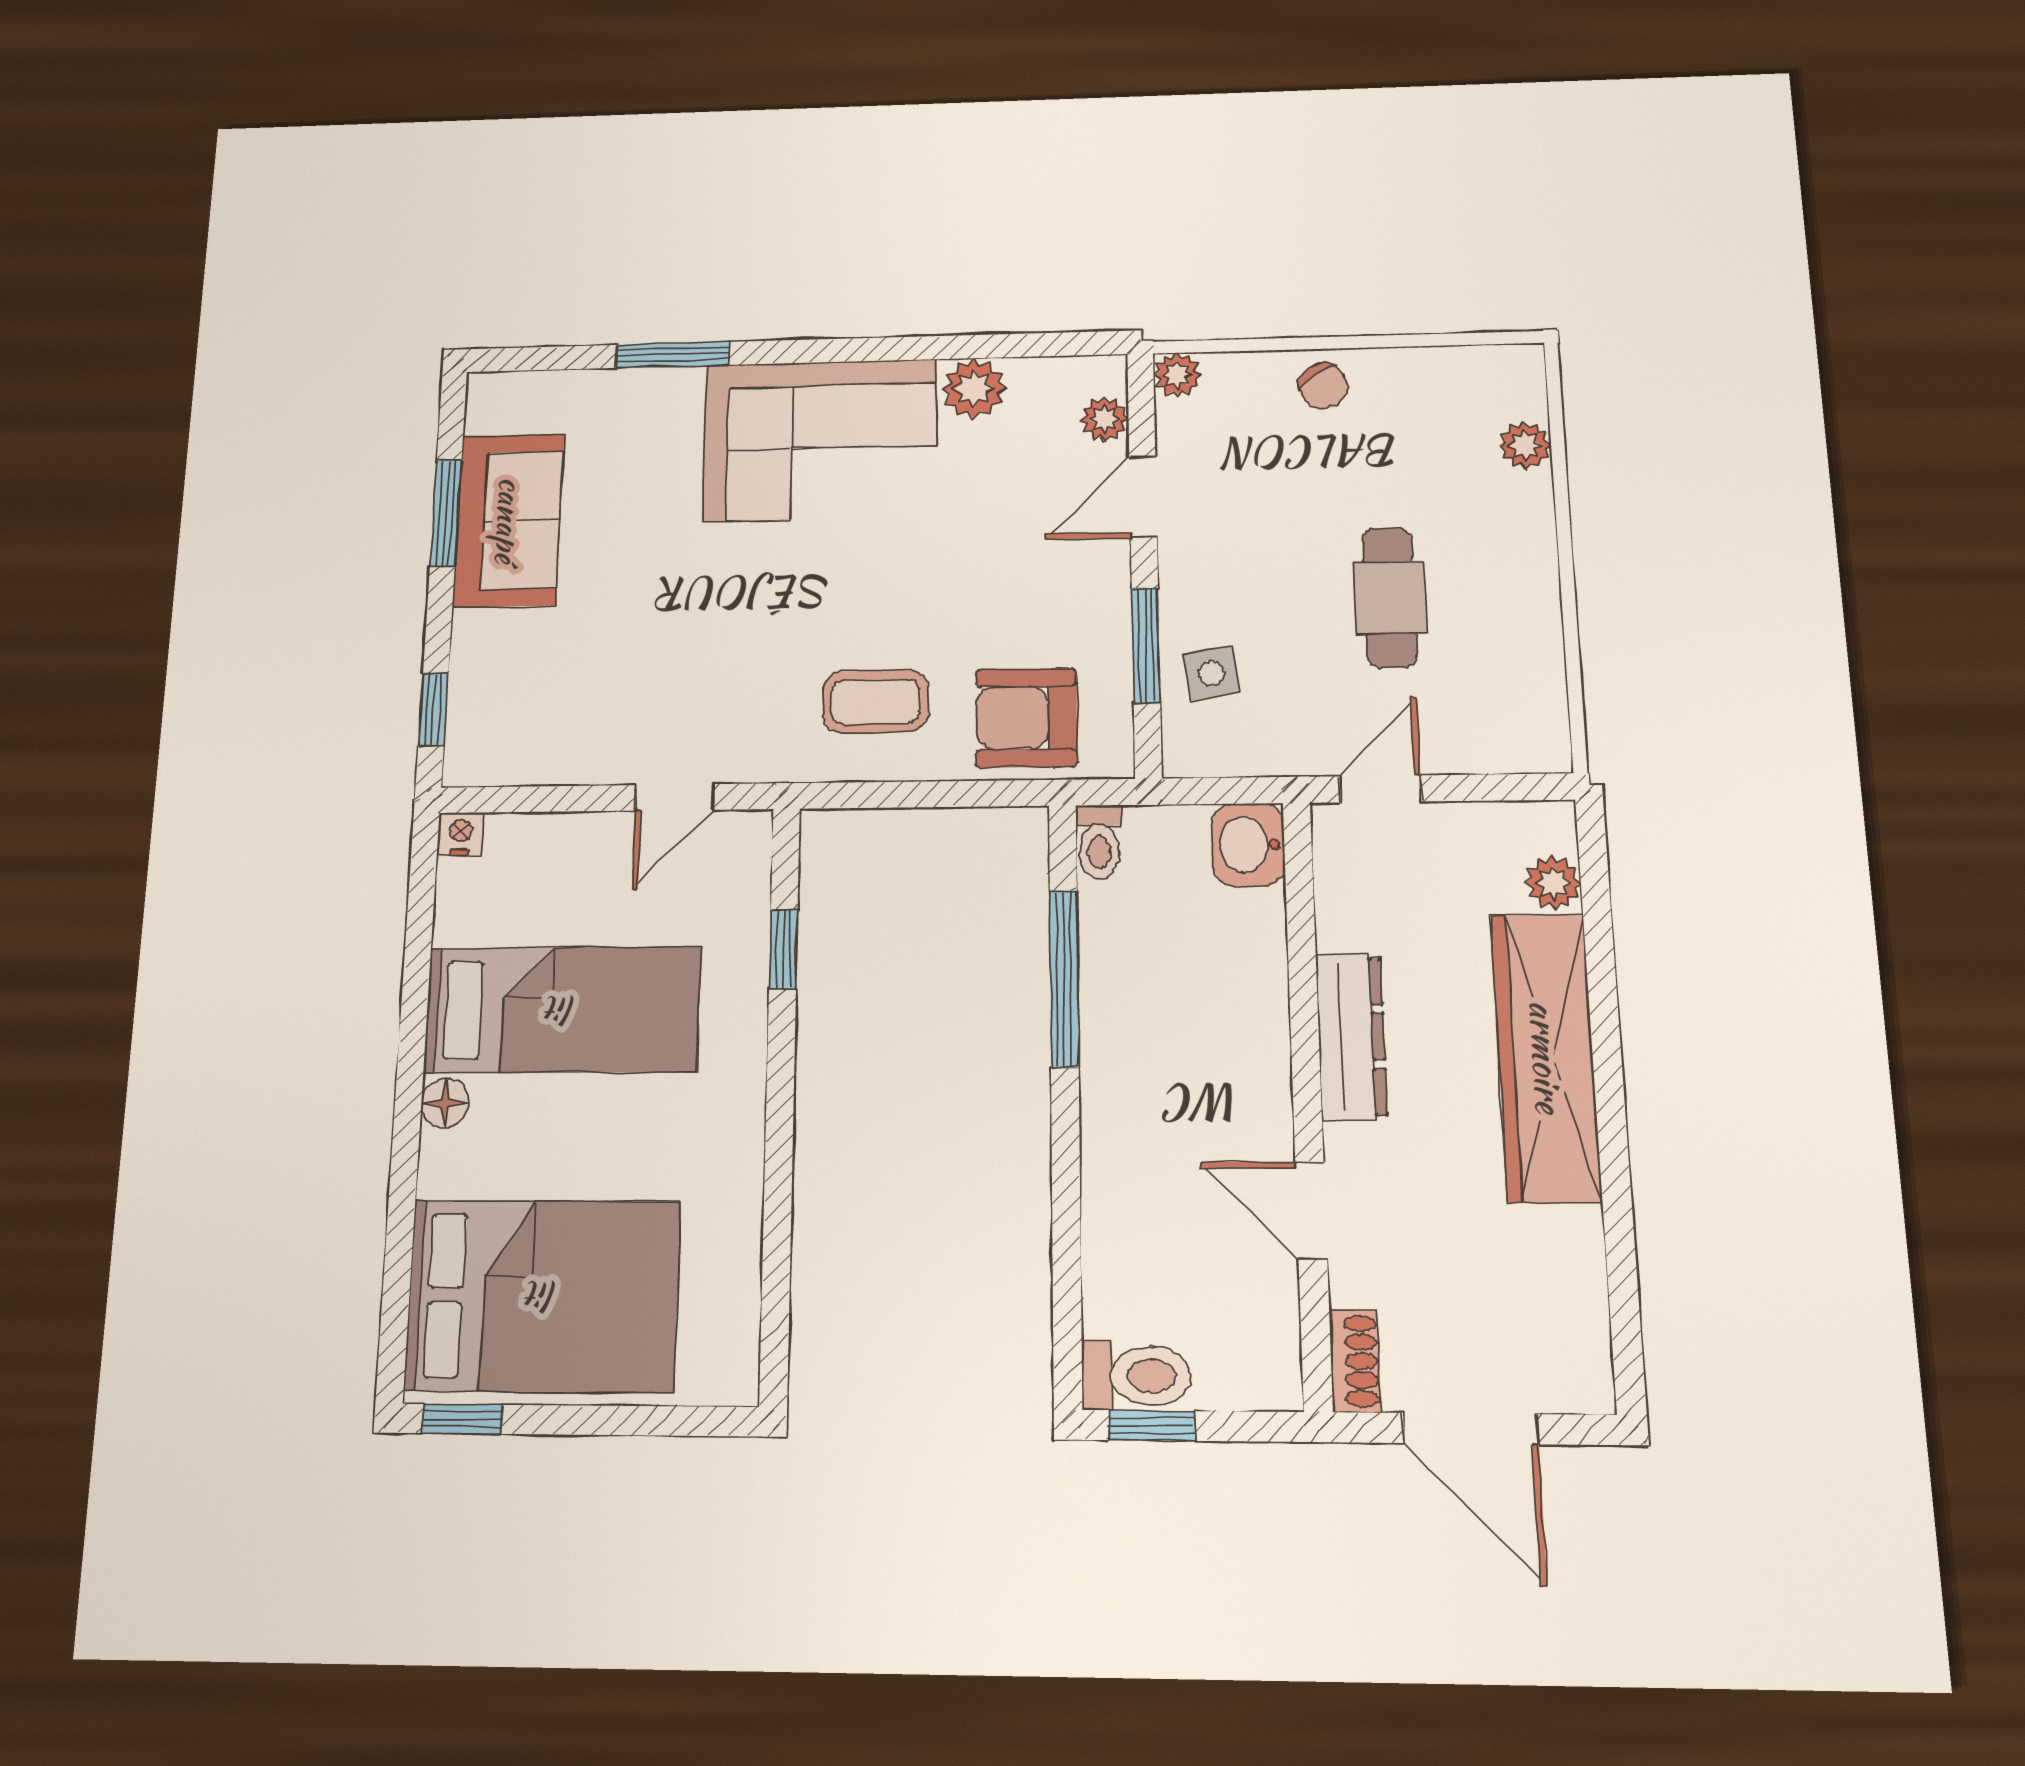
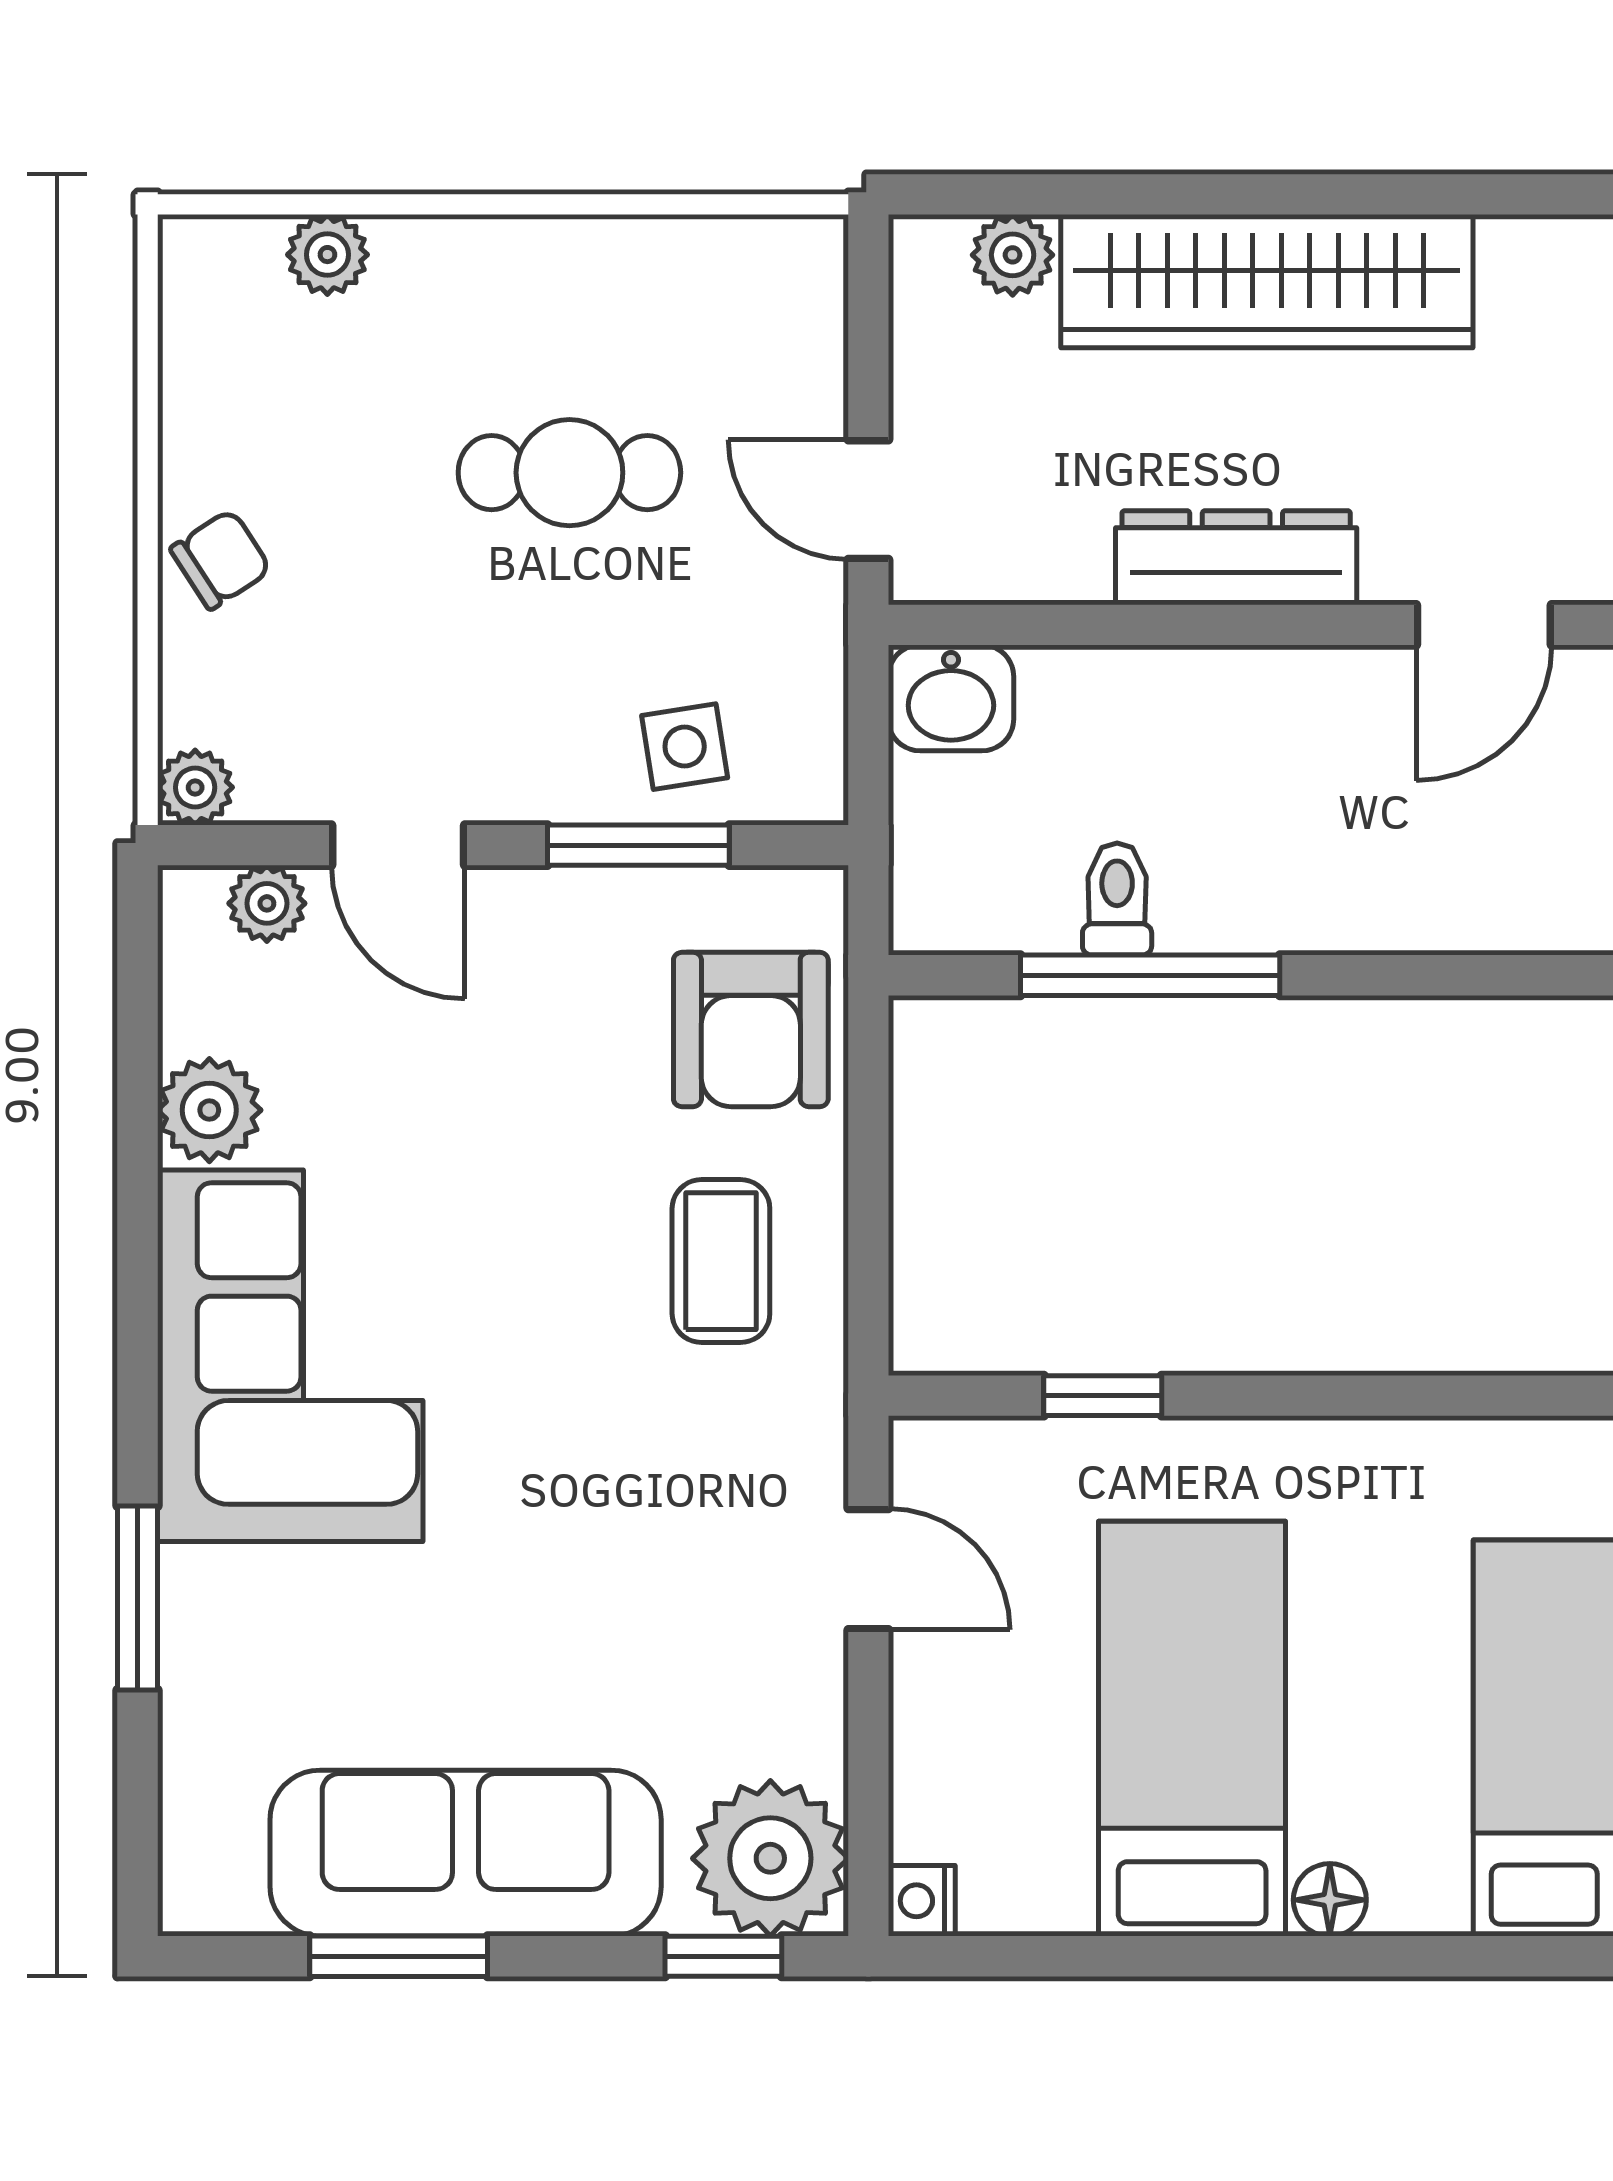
sofa: (509, 520) -> (466, 1853), width x1.36
plant: (493, 738) -> (770, 1858), added
toilet: (1099, 842) -> (1117, 899), moved, turned -90

